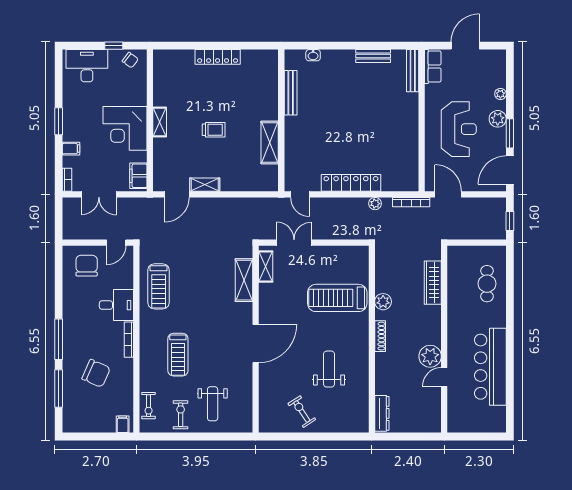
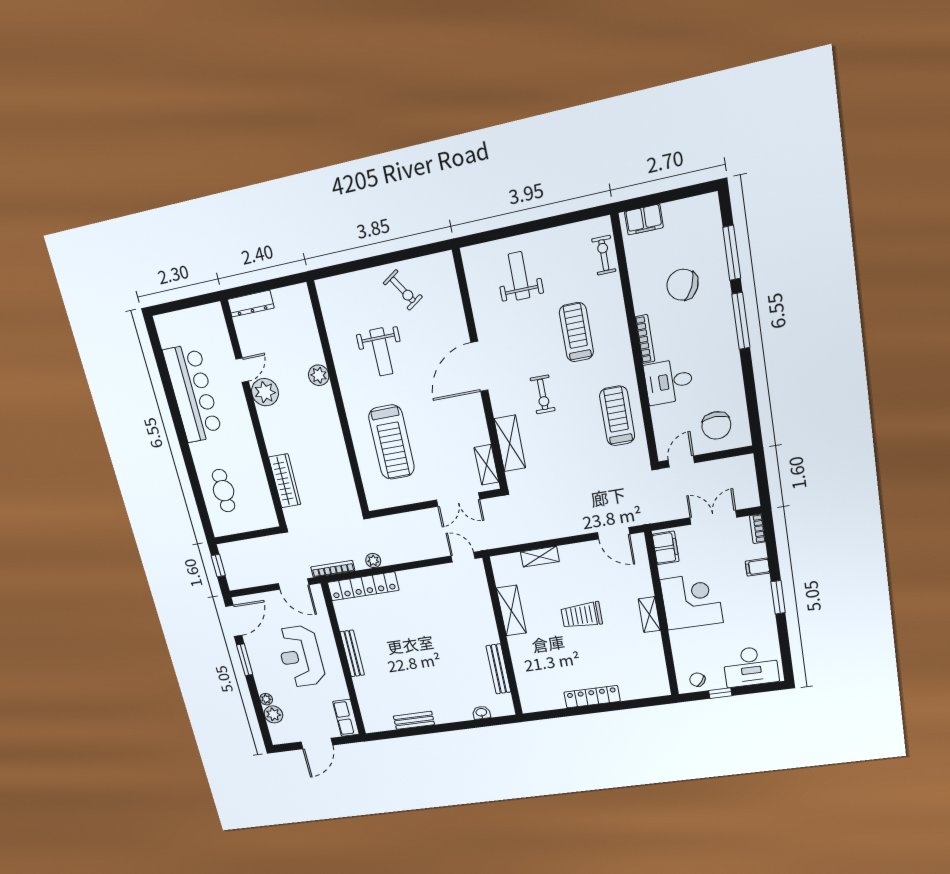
bench: (413, 71) -> (352, 653), moved
plant: (498, 119) -> (273, 714), moved
trolley: (214, 130) -> (582, 615), width x1.36, depth x1.39
locker: (351, 183) -> (363, 586), moved
shelving: (205, 185) -> (540, 557), moved
door: (177, 194) -> (614, 533), swing flipped
treadmill: (337, 298) -> (392, 442), turned 90
plant: (383, 302) -> (319, 375), moved
shoe rack: (380, 336) -> (330, 405), removed
dresser: (382, 413) -> (251, 304), moved, turned -90
exercise bike: (181, 415) -> (543, 394), moved
filing cabinet: (123, 424) -> (644, 220), width x2.00

